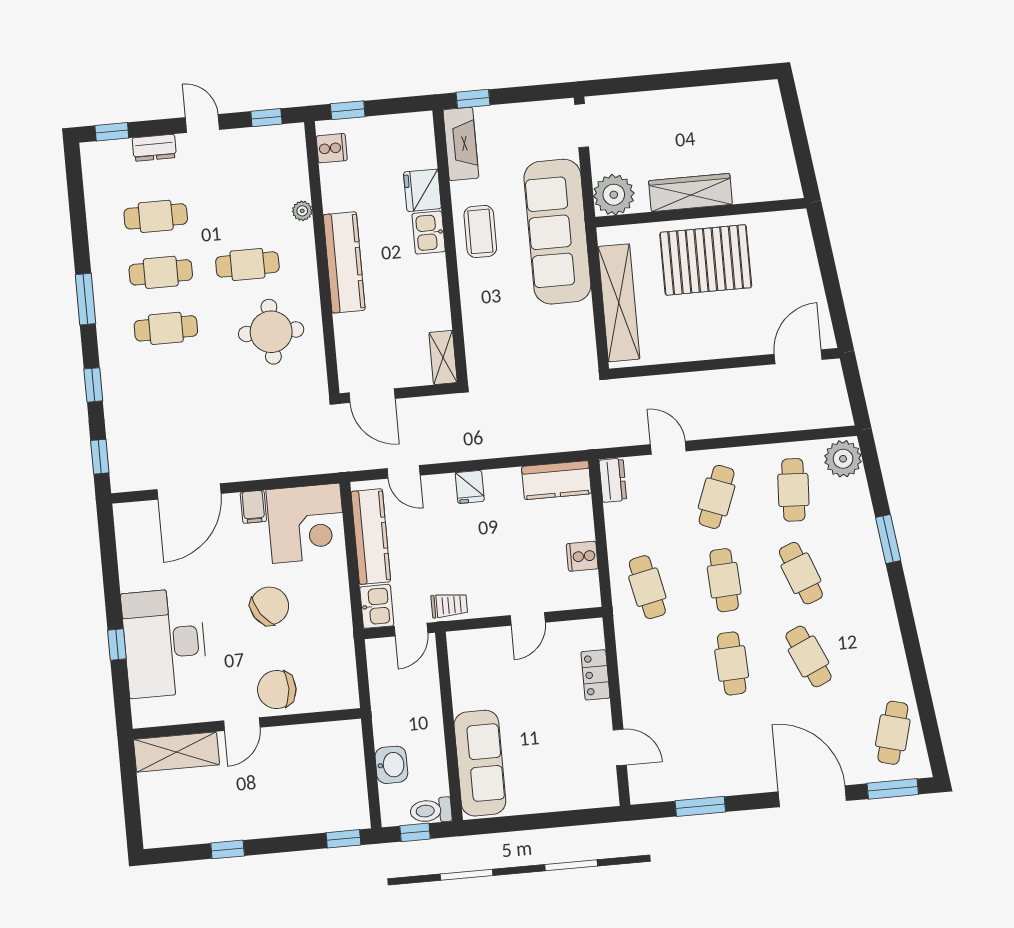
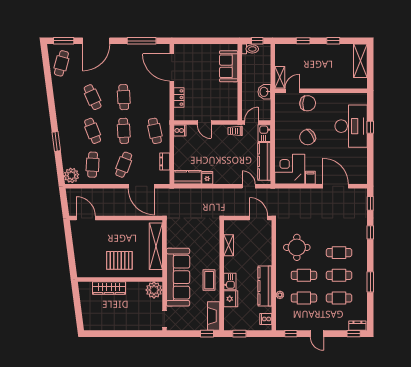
window: (348, 110) -> (239, 334), moved
dresser: (154, 148) -> (357, 326), moved
wardrobe: (691, 193) -> (109, 288), moved
cafe table: (242, 208) -> (304, 298), added
pallet: (706, 260) -> (119, 260), width x0.73, depth x0.71
kitchen counter: (344, 262) -> (265, 286), moved
window: (86, 299) -> (370, 282), moved
shelving: (443, 357) -> (229, 245), moved
door: (798, 357) -> (86, 218), swing flipped
door: (668, 448) -> (141, 186), width x1.88
dresser: (613, 480) -> (165, 161), moved
fridge: (470, 487) -> (207, 178), moved
door: (189, 491) -> (336, 186), hinge flipped
cooker: (582, 556) -> (180, 130), moved
door: (528, 619) -> (204, 122), swing flipped
door: (242, 724) -> (292, 91), moved
door: (620, 747) -> (172, 67), width x1.88
shelving: (352, 748) -> (280, 77), added
shelving: (177, 752) -> (360, 61), moved, turned 90
sofa: (480, 763) -> (229, 66), width x0.73
washbasin: (391, 765) -> (264, 92), moved
door: (812, 796) -> (96, 41), hinge flipped
window: (700, 806) -> (142, 41), width x1.44
window: (343, 839) -> (303, 41), moved

